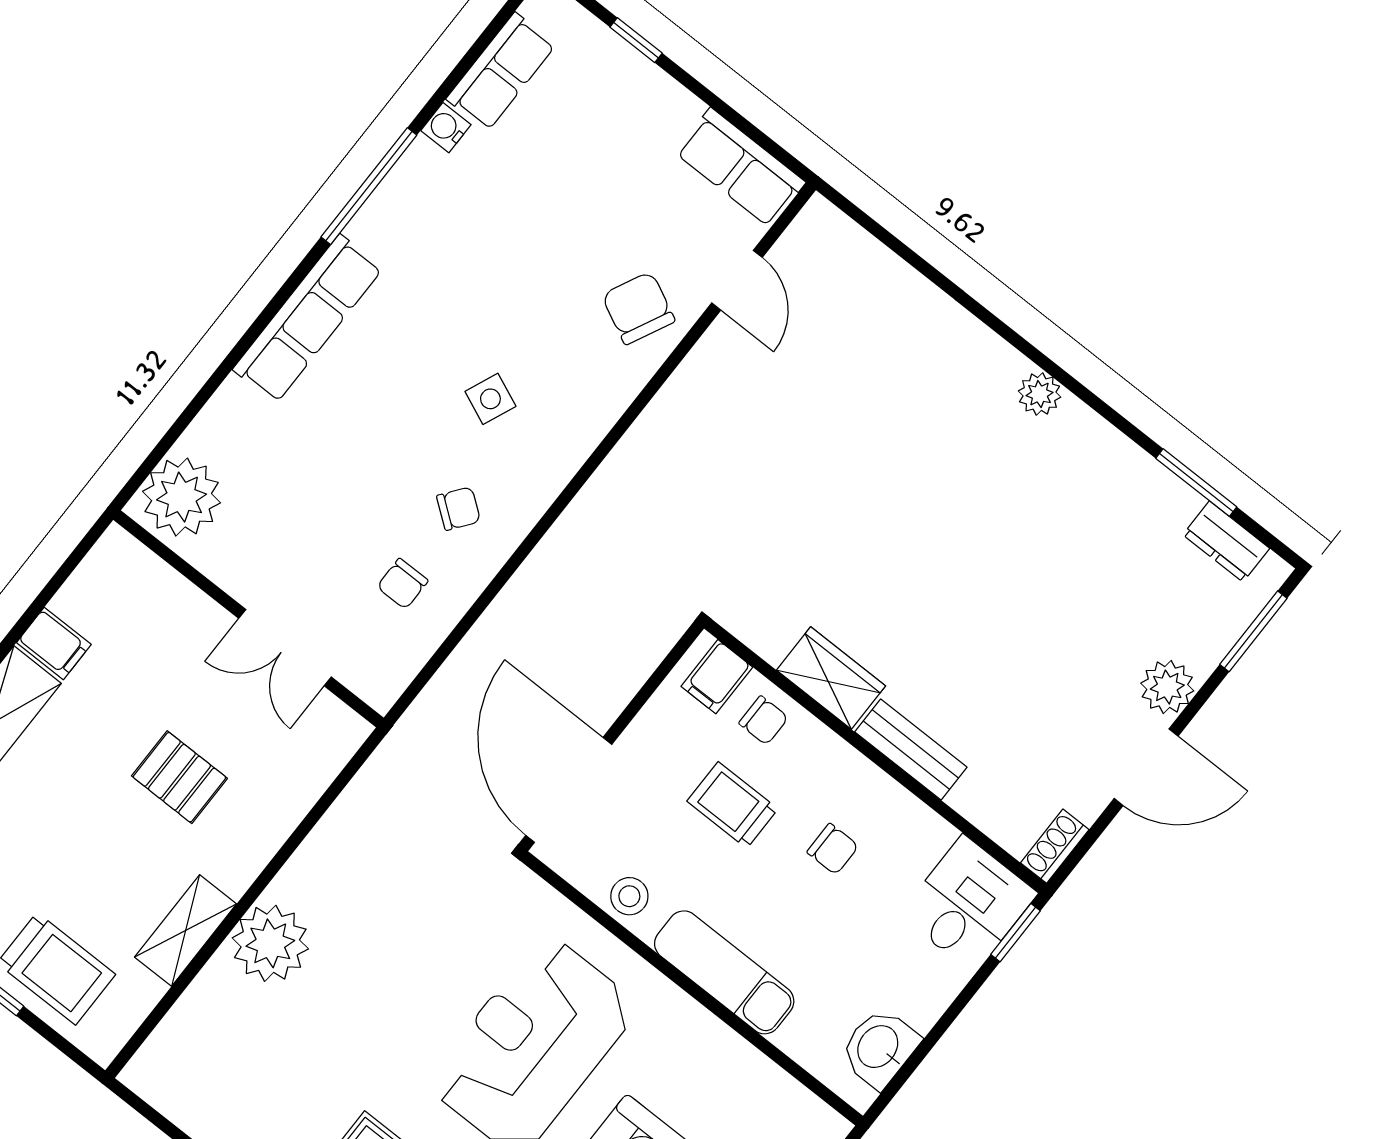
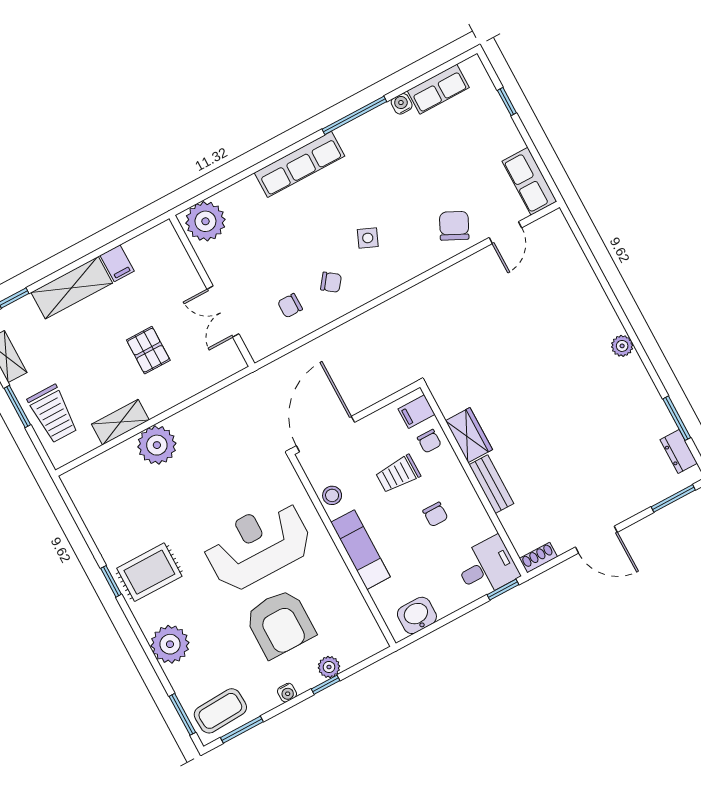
plant: (1167, 687) -> (622, 507), removed
trolley: (733, 805) -> (398, 474), turned -90

